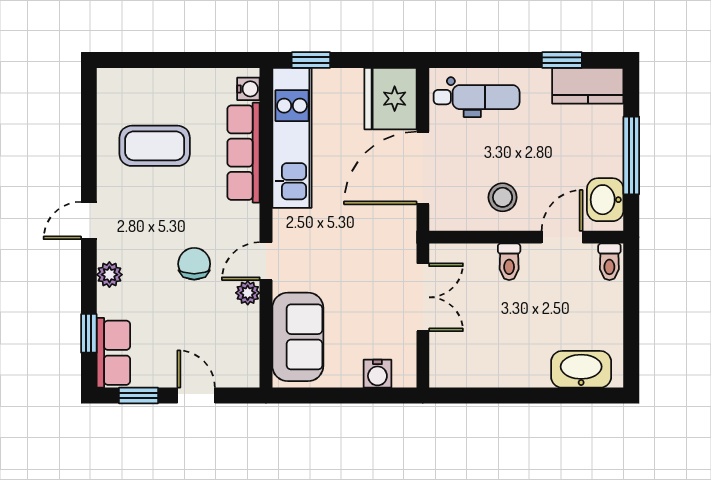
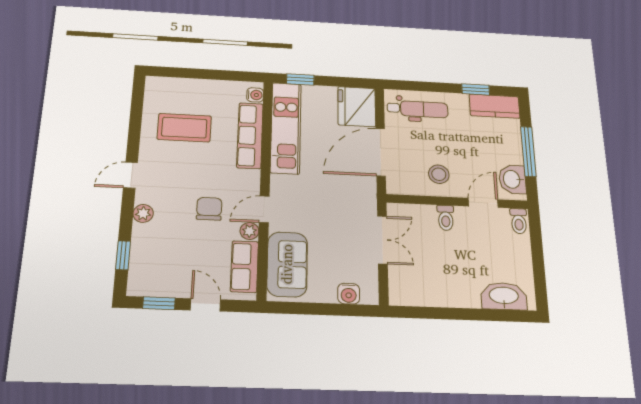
row of seats: (113, 353) -> (244, 267), moved, turned 180

